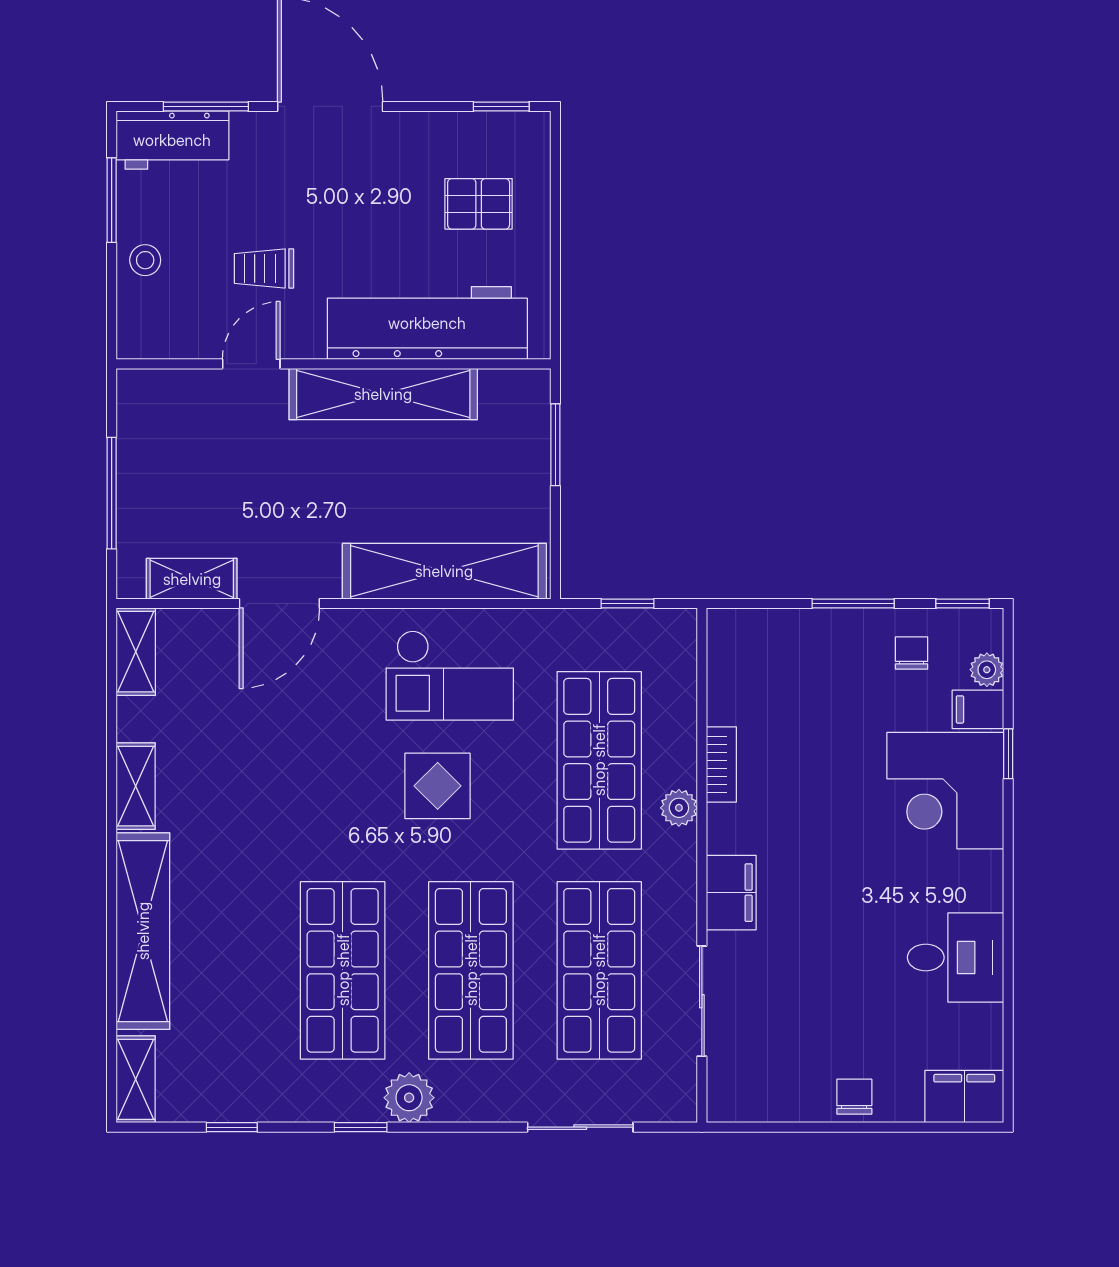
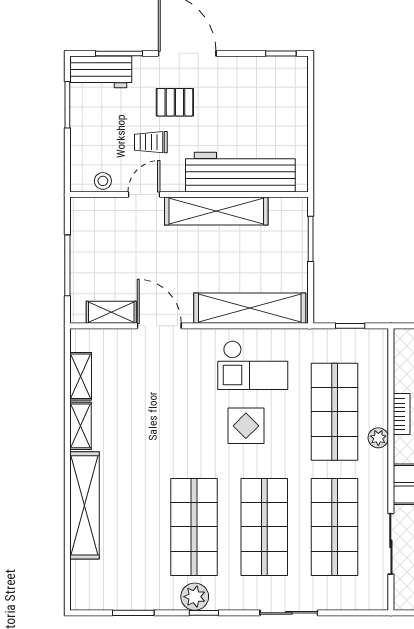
pallet: (479, 204) -> (175, 102), moved
stool: (145, 260) -> (103, 181), moved
door: (279, 604) -> (159, 326), swing flipped
shelving: (136, 652) -> (81, 376), moved
shelving: (136, 1079) -> (81, 587), removed
plant: (409, 1098) -> (195, 597), moved
window: (232, 1127) -> (133, 613), width x1.50
sliding door: (580, 1127) -> (289, 613), moved

